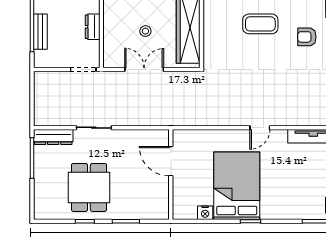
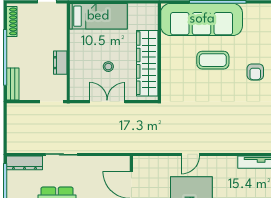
bench: (40, 32) -> (13, 84), moved
armchair: (307, 37) -> (255, 72), turned -90
door: (260, 128) -> (190, 154), moved

